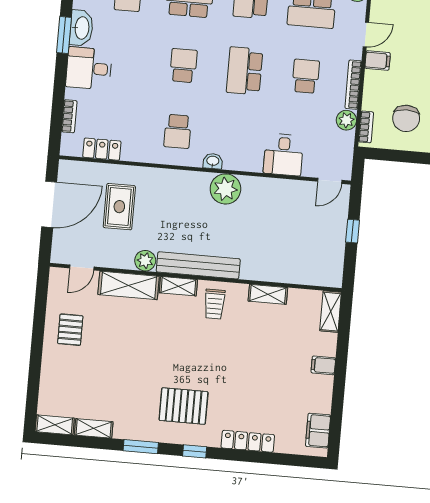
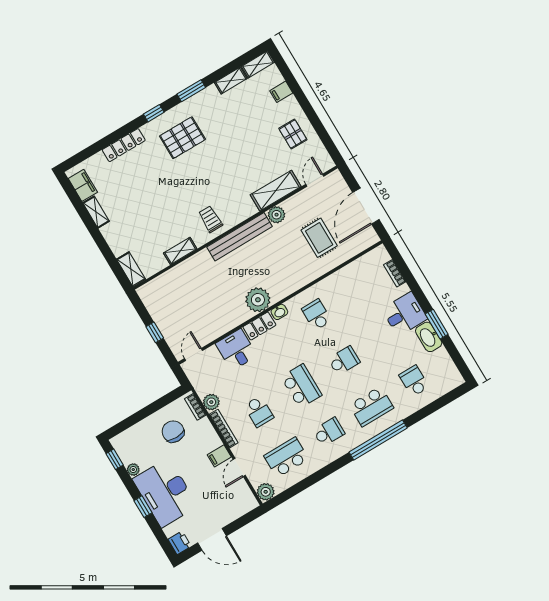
school desk: (183, 66) -> (344, 361), turned -90
locker: (102, 149) -> (259, 326), moved
shelving: (178, 286) -> (96, 212), moved, turned 90
filing cabinet: (323, 365) -> (281, 92), moved, turned 180

